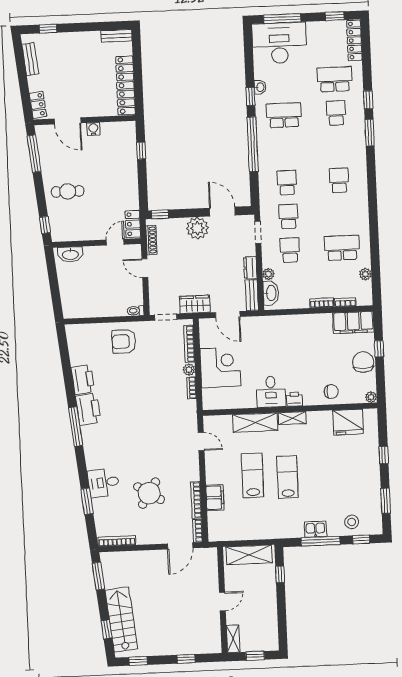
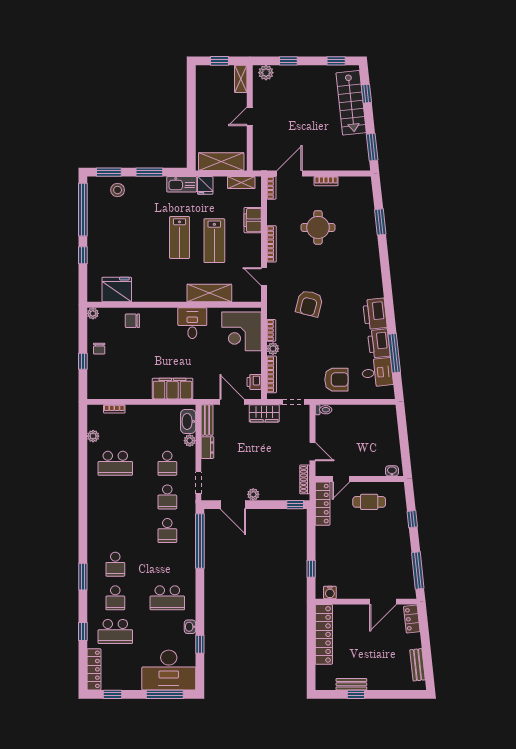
window: (48, 29) -> (356, 694), moved
bench: (116, 36) -> (351, 684), moved
window: (251, 96) -> (200, 644), moved
window: (368, 100) -> (83, 632), moved
door: (68, 121) -> (383, 602), swing flipped
water cooler: (93, 129) -> (330, 592), moved
window: (253, 144) -> (200, 541), moved
school desk: (339, 180) -> (115, 564), moved
cafe table: (68, 191) -> (369, 502), moved
locker: (133, 224) -> (323, 504), width x1.53
window: (45, 225) -> (412, 519), moved
plant: (197, 228) -> (253, 494), width x0.53, depth x0.53
washbasin: (70, 254) -> (392, 471), width x0.52, depth x0.69
bookcase: (322, 303) -> (138, 409), removed
filing cabinet: (353, 322) -> (173, 389), moved
chair: (363, 362) -> (99, 349), width x0.54, depth x0.54
corner desk: (220, 367) -> (242, 331), moved
printer: (294, 399) -> (254, 382), moved, turned 90
armchair: (155, 417) -> (309, 303), added
shelving: (292, 418) -> (241, 183), moved
window: (76, 427) -> (394, 353), moved
desk: (104, 483) -> (377, 373), moved
round table: (149, 493) -> (318, 227), turned -32
bookcase: (196, 500) -> (272, 244), moved
window: (386, 501) -> (83, 210), width x2.11
kitchen sink: (315, 529) -> (182, 184), moved, width x1.38
fridge: (264, 530) -> (205, 185), added
window: (361, 539) -> (109, 172), width x1.50
bookcase: (117, 541) -> (326, 181), moved, width x0.64
window: (321, 541) -> (149, 172), width x0.69
window: (280, 574) -> (191, 141), removed
plant: (208, 646) -> (266, 73), added

